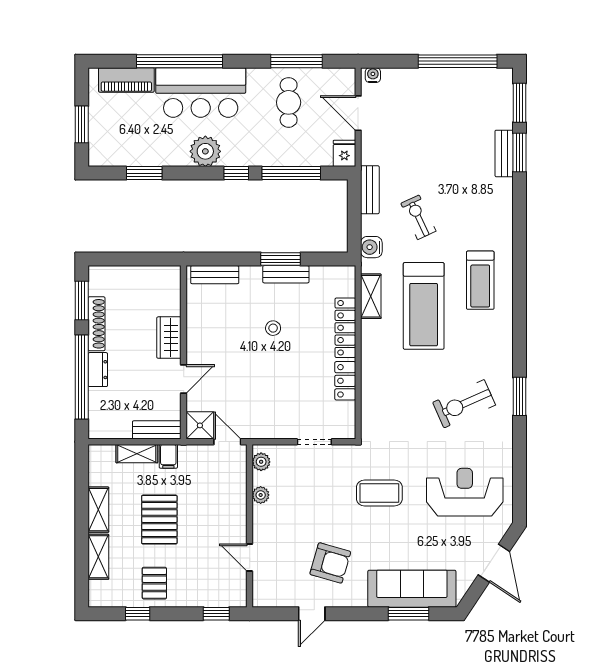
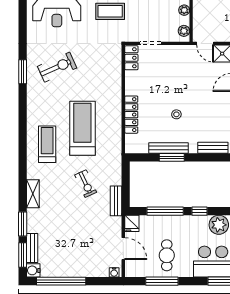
bench: (504, 153) -> (32, 248), moved
water cooler: (371, 247) -> (33, 270), moved, turned 180
bench: (286, 274) -> (168, 148), width x1.36
shelving: (371, 296) -> (33, 194), moved
locker: (345, 381) -> (131, 58), moved

